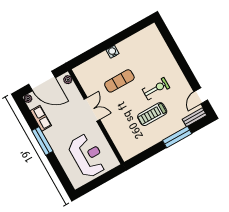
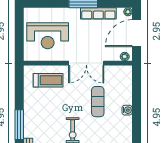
double door: (92, 109) -> (86, 63), width x1.37
treadmill: (152, 114) -> (48, 80), moved, turned 90
row of seats: (41, 118) -> (98, 13), width x1.48

